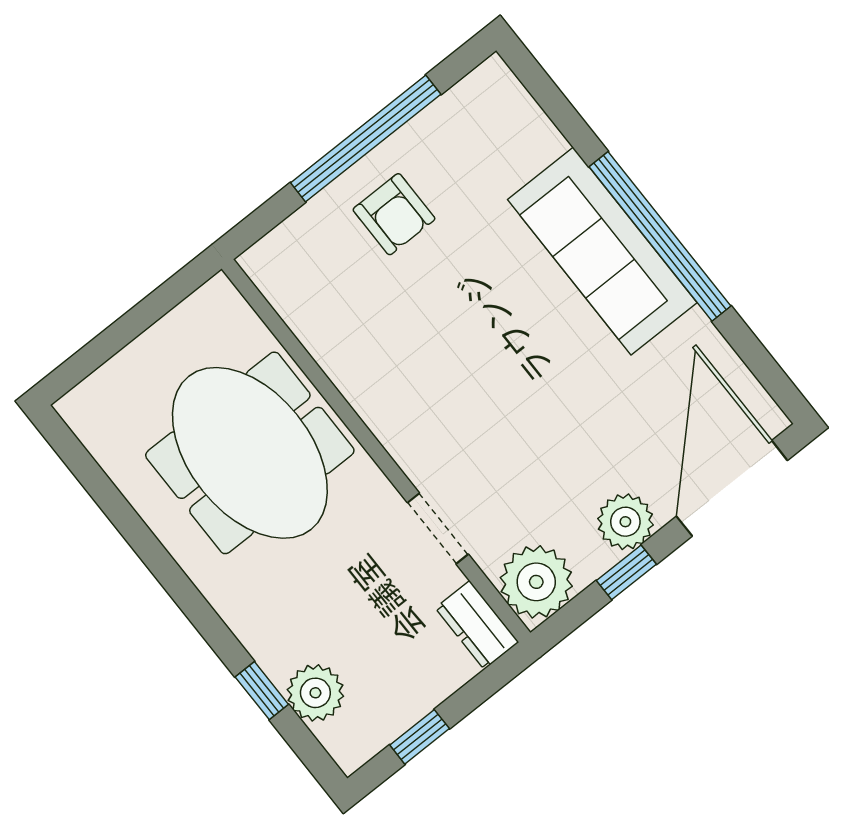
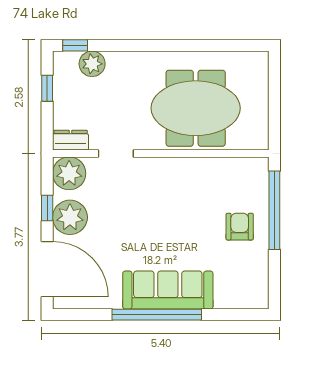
window: (366, 138) -> (274, 210), moved
armchair: (394, 214) -> (240, 227), turned 90
plant: (625, 522) -> (70, 217), width x1.36, depth x1.36
window: (262, 691) -> (75, 45), moved

